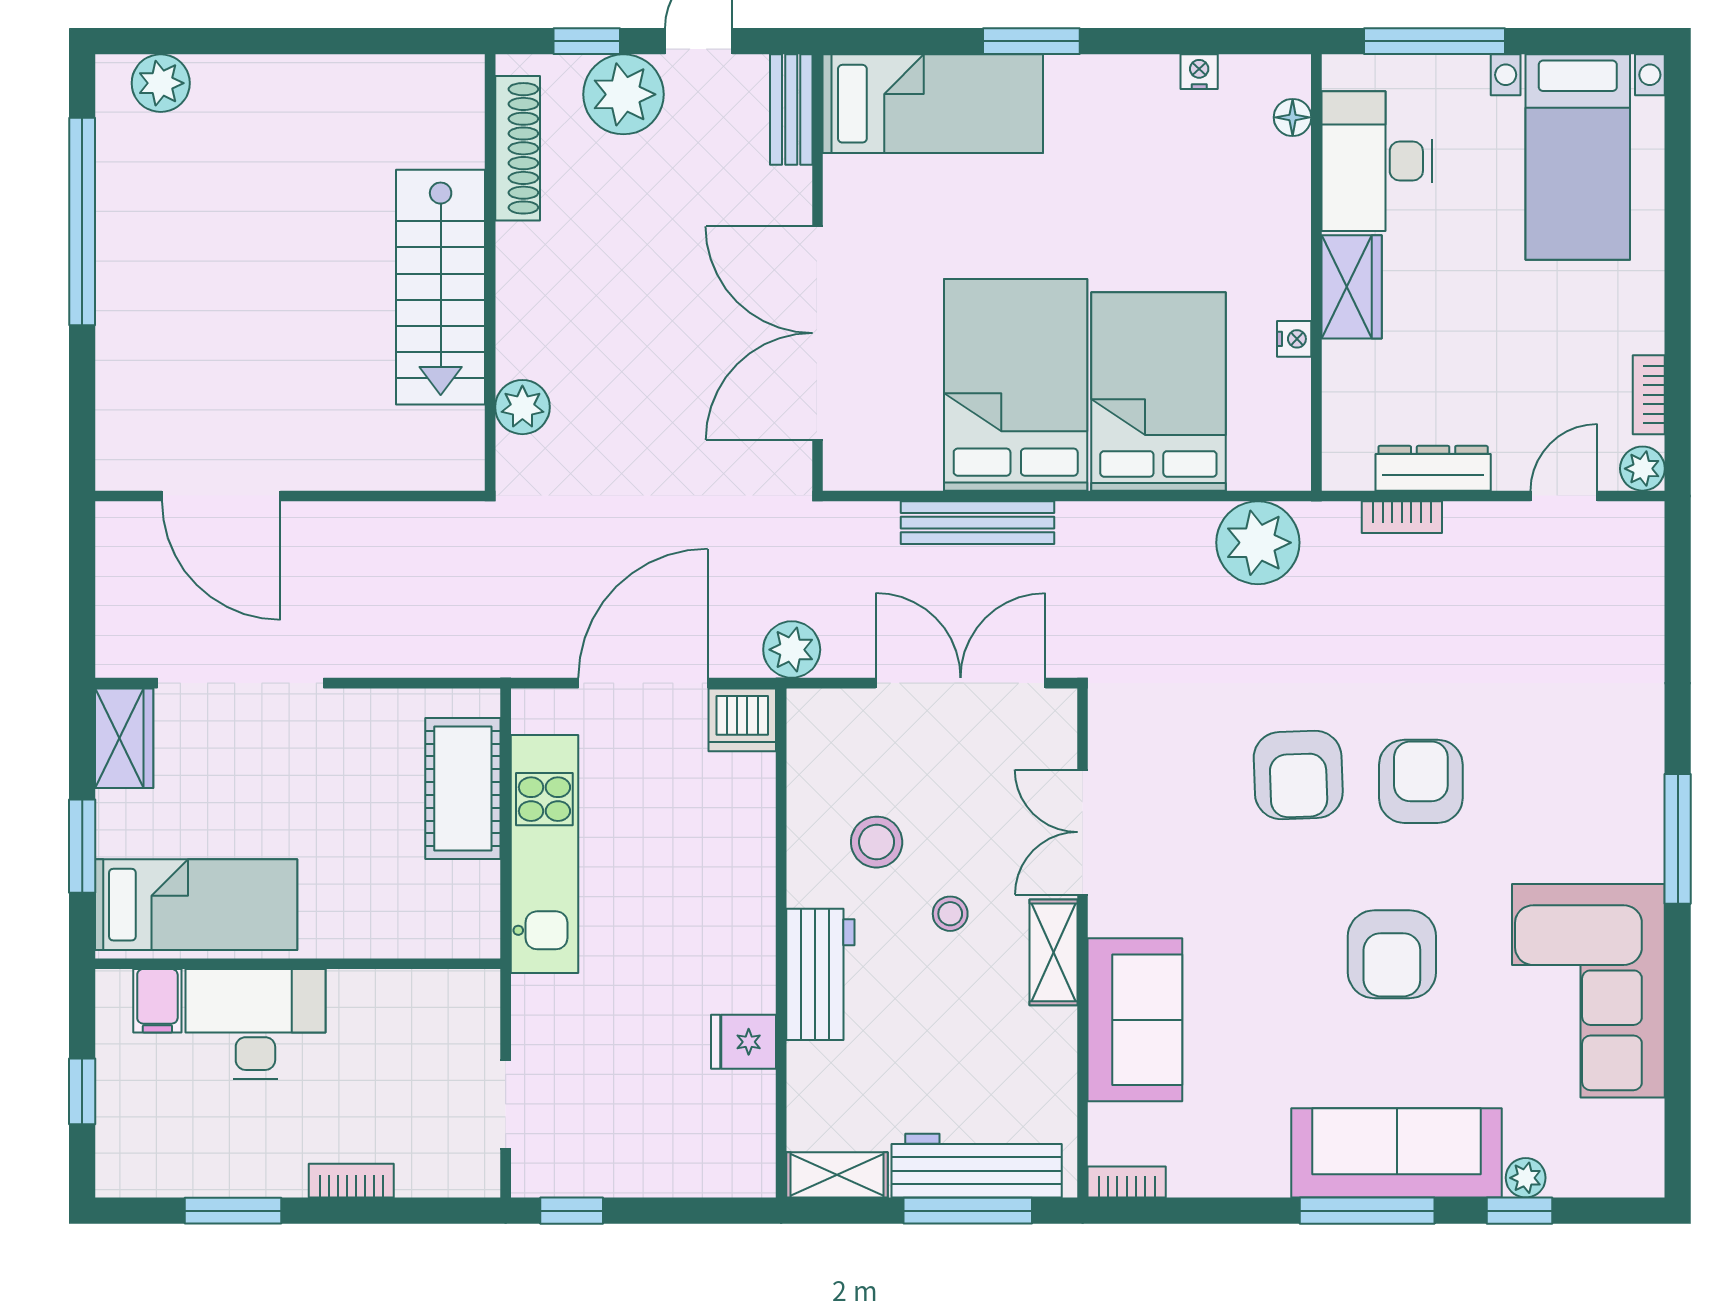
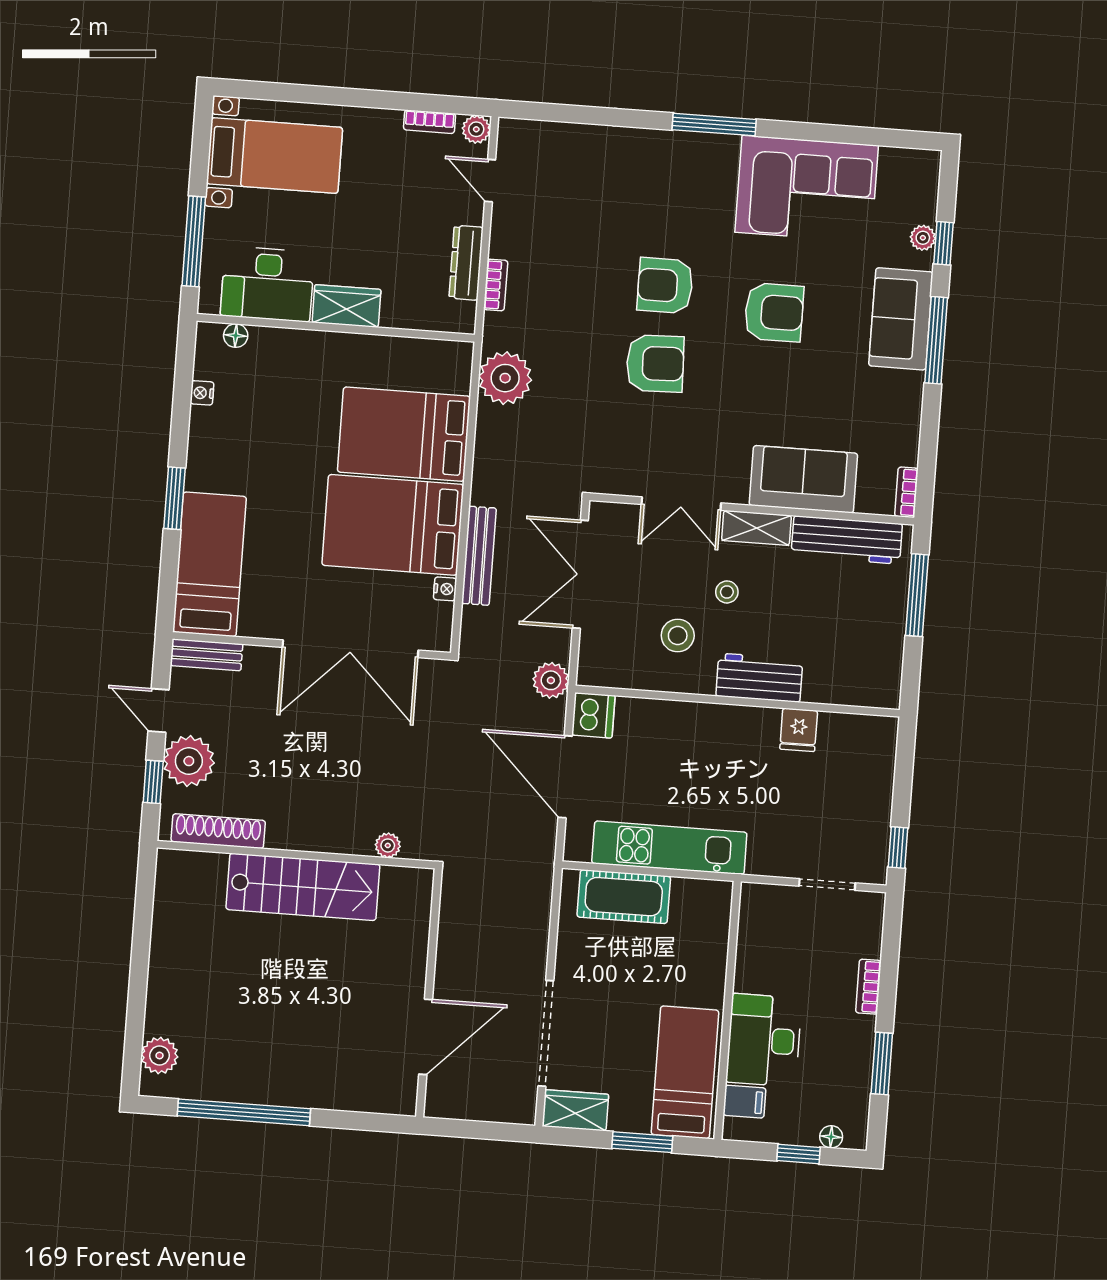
nightstand: (1294, 339) -> (445, 589), moved, turned 90
plant: (522, 407) -> (388, 845), width x0.73, depth x0.73
floor lamp: (113, 1140) -> (831, 1137), added
sofa: (1397, 1153) -> (901, 319), width x0.73
workbench: (977, 1166) -> (847, 540), moved, turned -90
shelving: (837, 1175) -> (888, 677), removed

